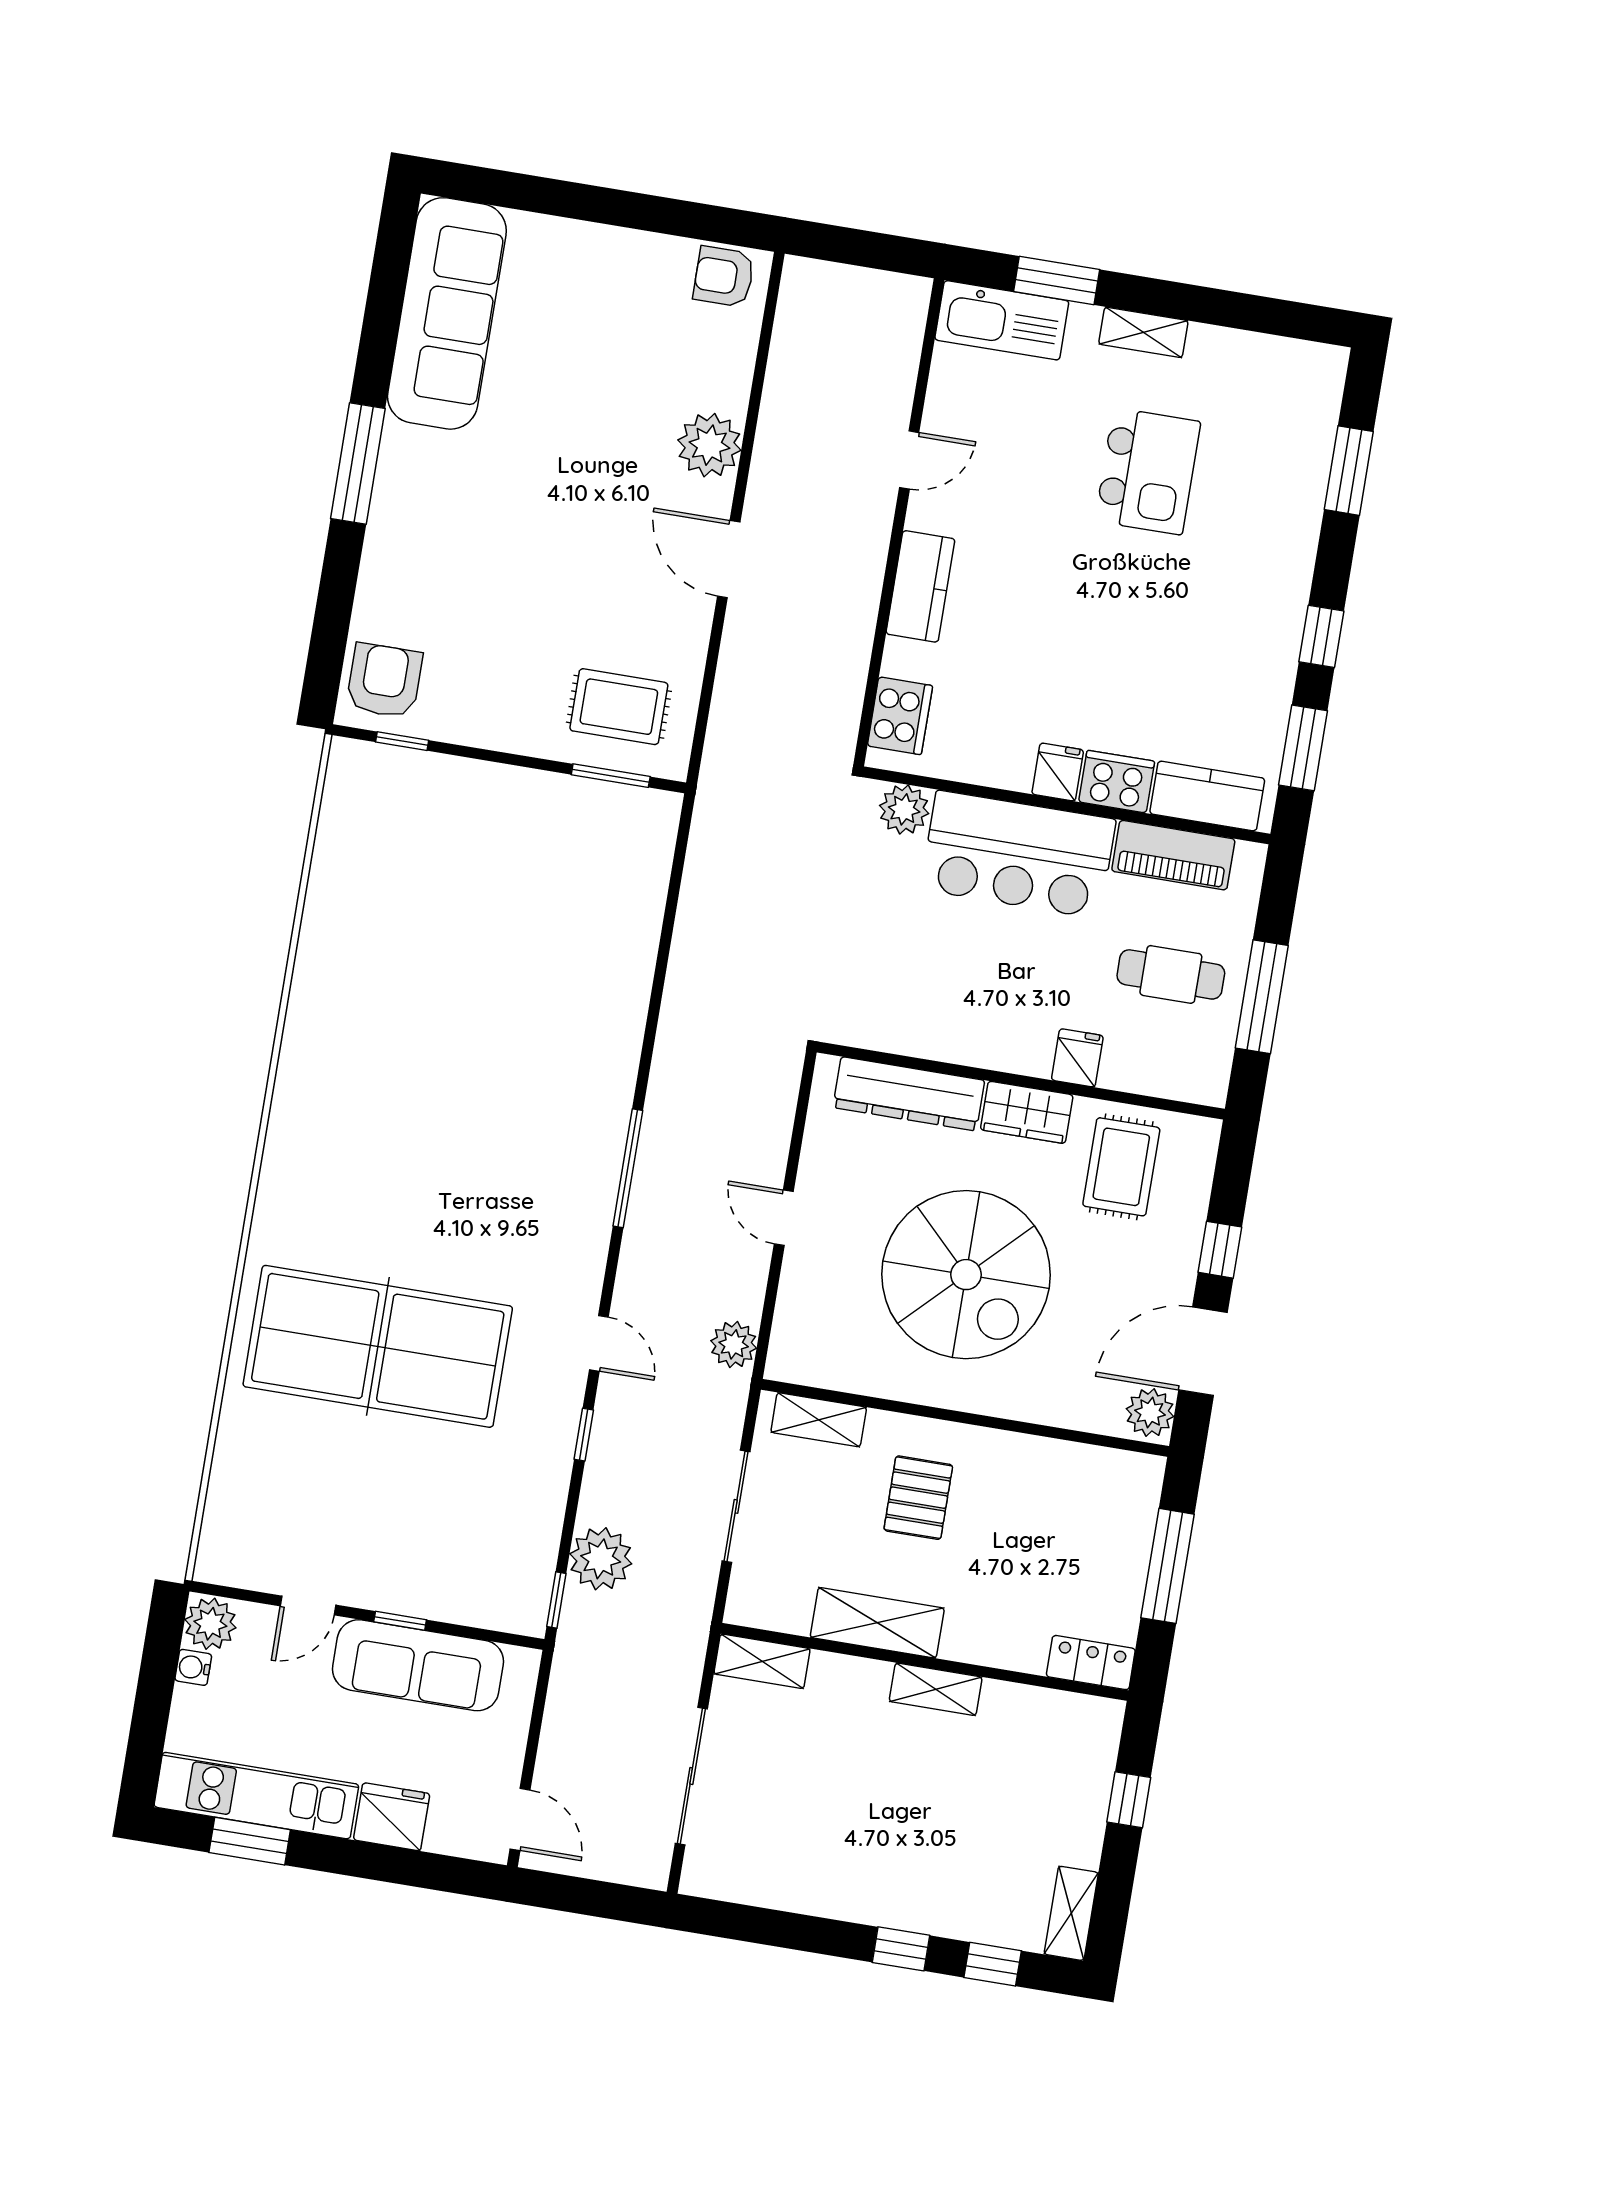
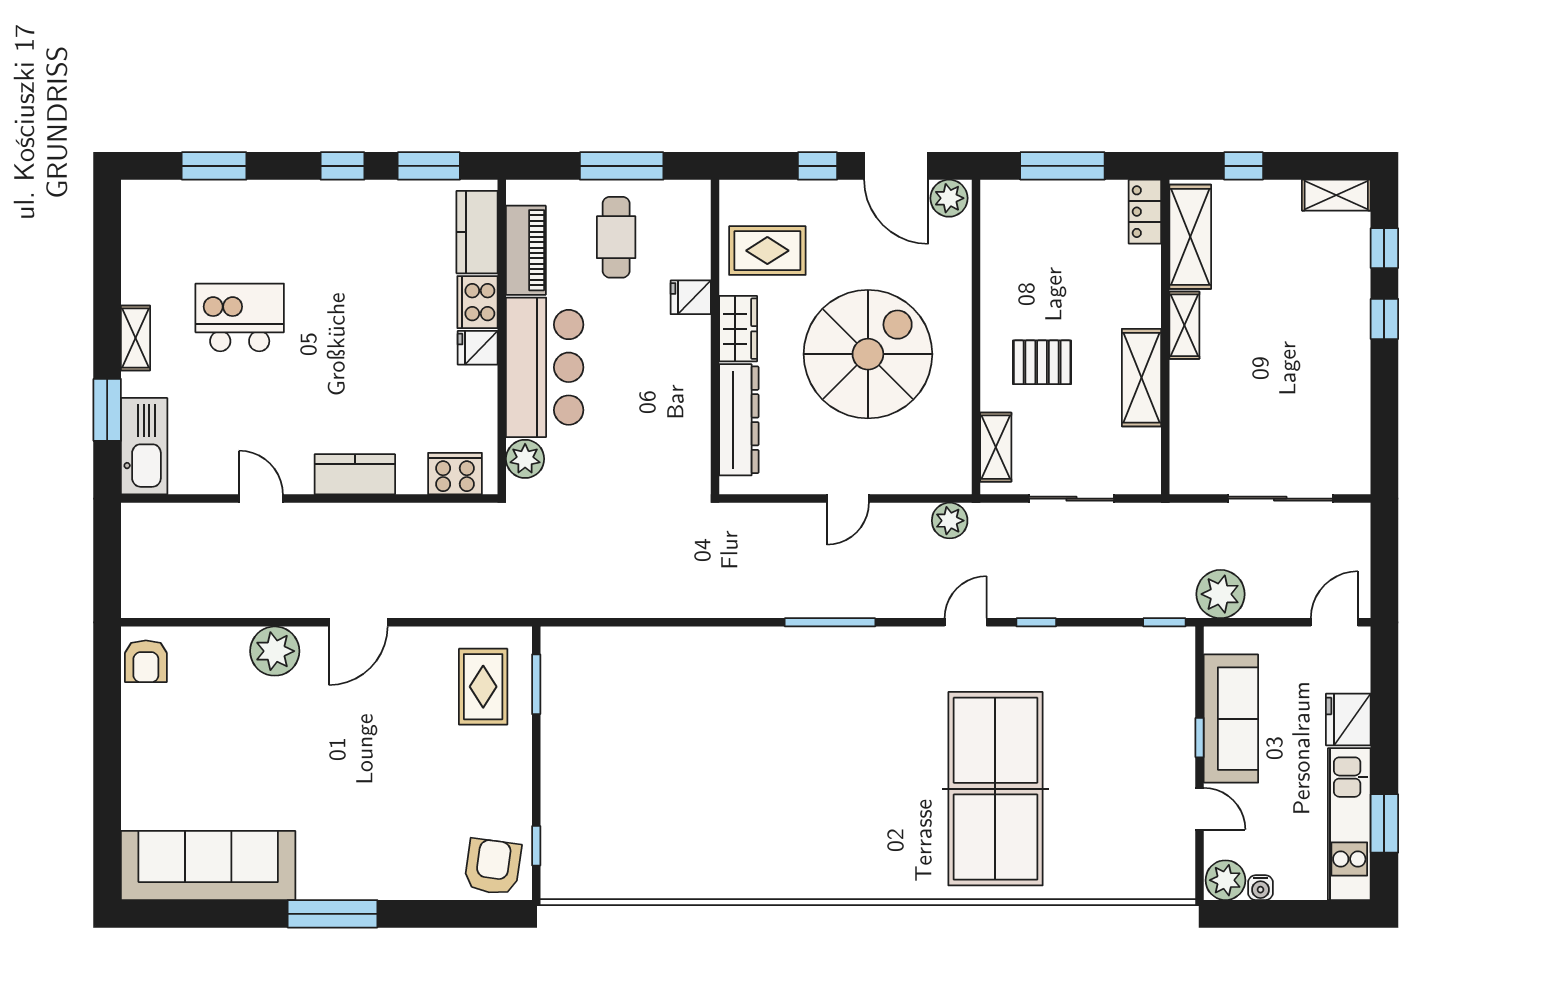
armchair: (384, 681) -> (493, 867), turned 98
plant: (601, 1559) -> (1221, 594), moved
shelving: (762, 1661) -> (1190, 237), moved, width x1.50, depth x1.33

